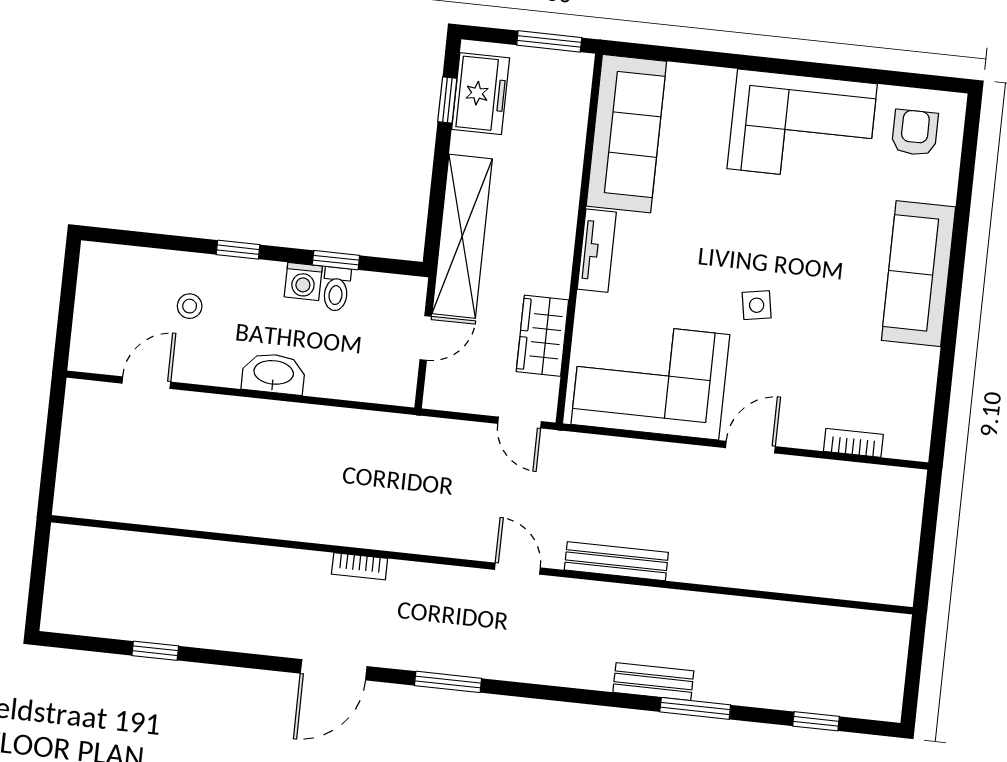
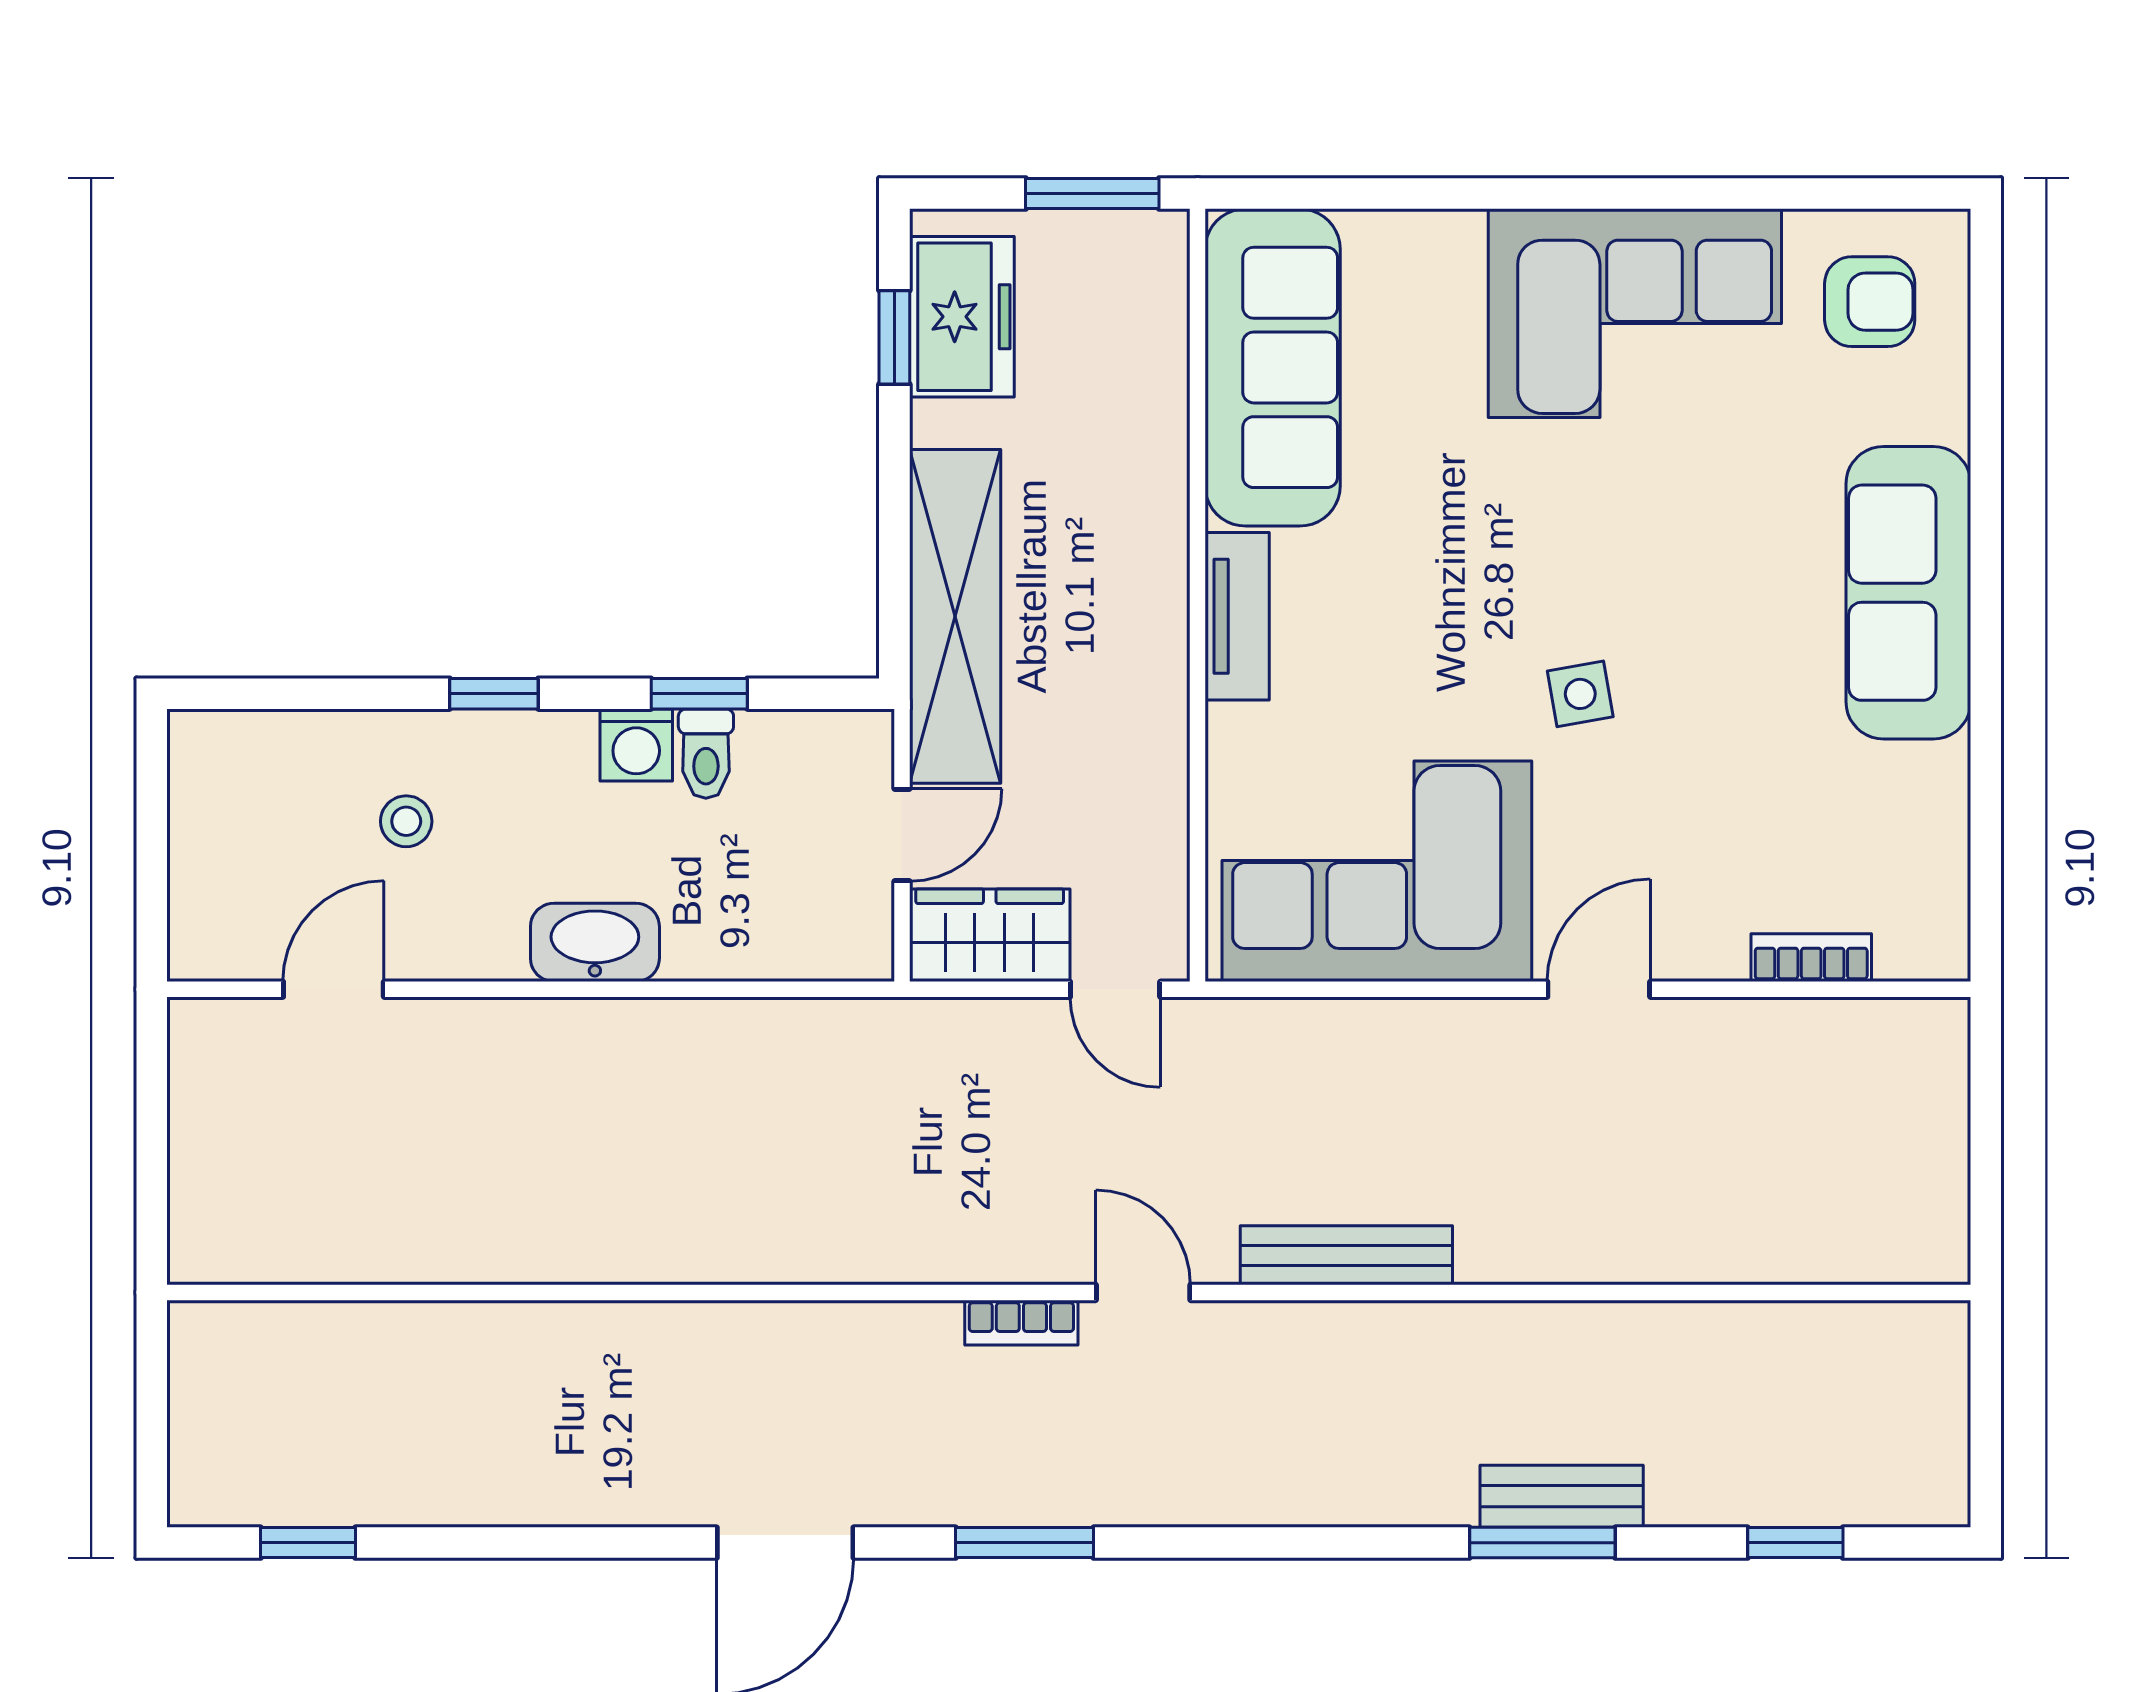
armchair: (915, 133) -> (1870, 302), turned 90
wardrobe: (542, 336) -> (990, 935), moved, turned 90
bookcase: (360, 566) -> (1021, 1323), moved
window: (155, 651) -> (308, 1543), moved
bench: (653, 682) -> (1562, 1496), moved

